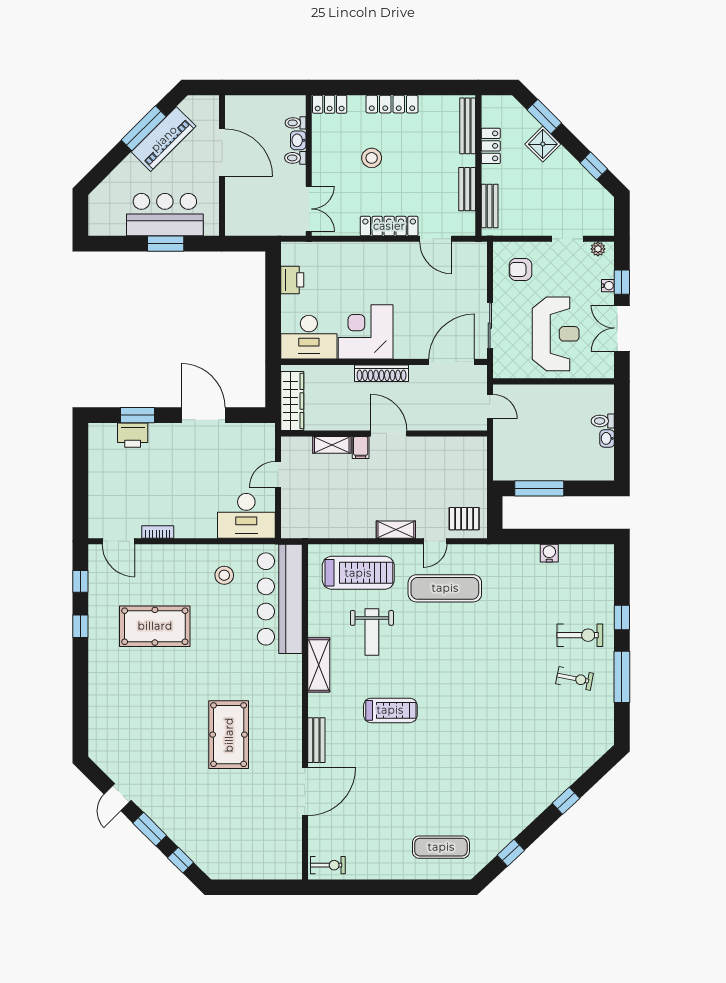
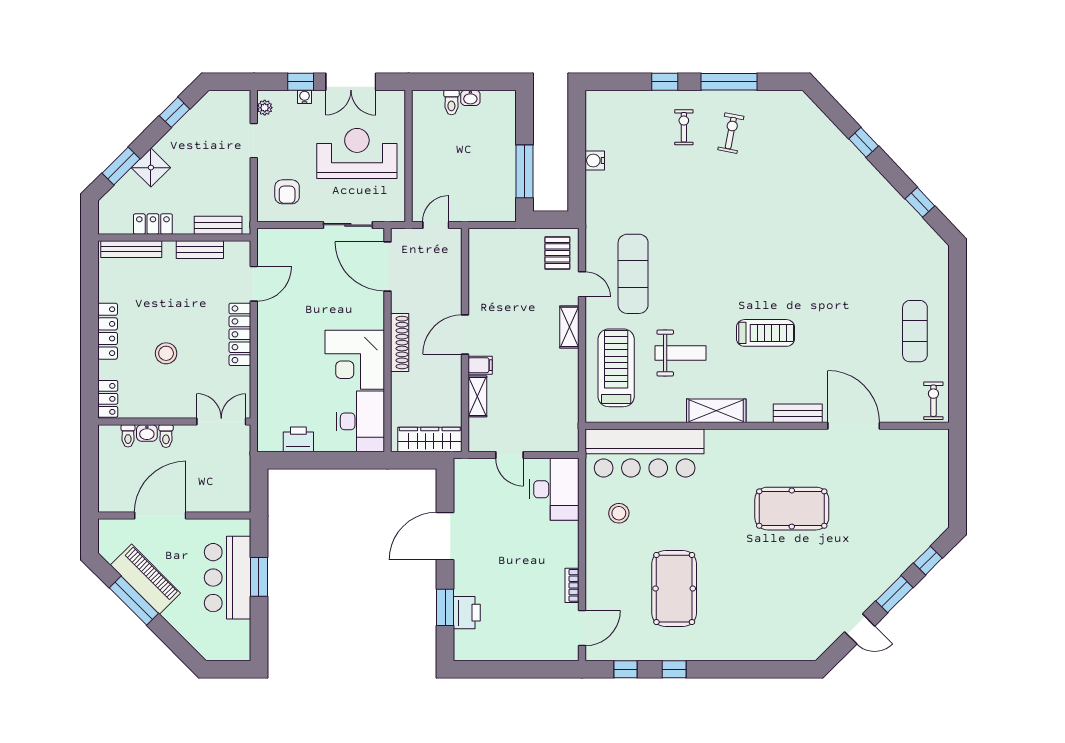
exercise bike: (580, 635) -> (684, 127), width x0.73, depth x0.72
treadmill: (390, 710) -> (766, 333), turned 90
exercise mat: (441, 847) -> (915, 331), moved

